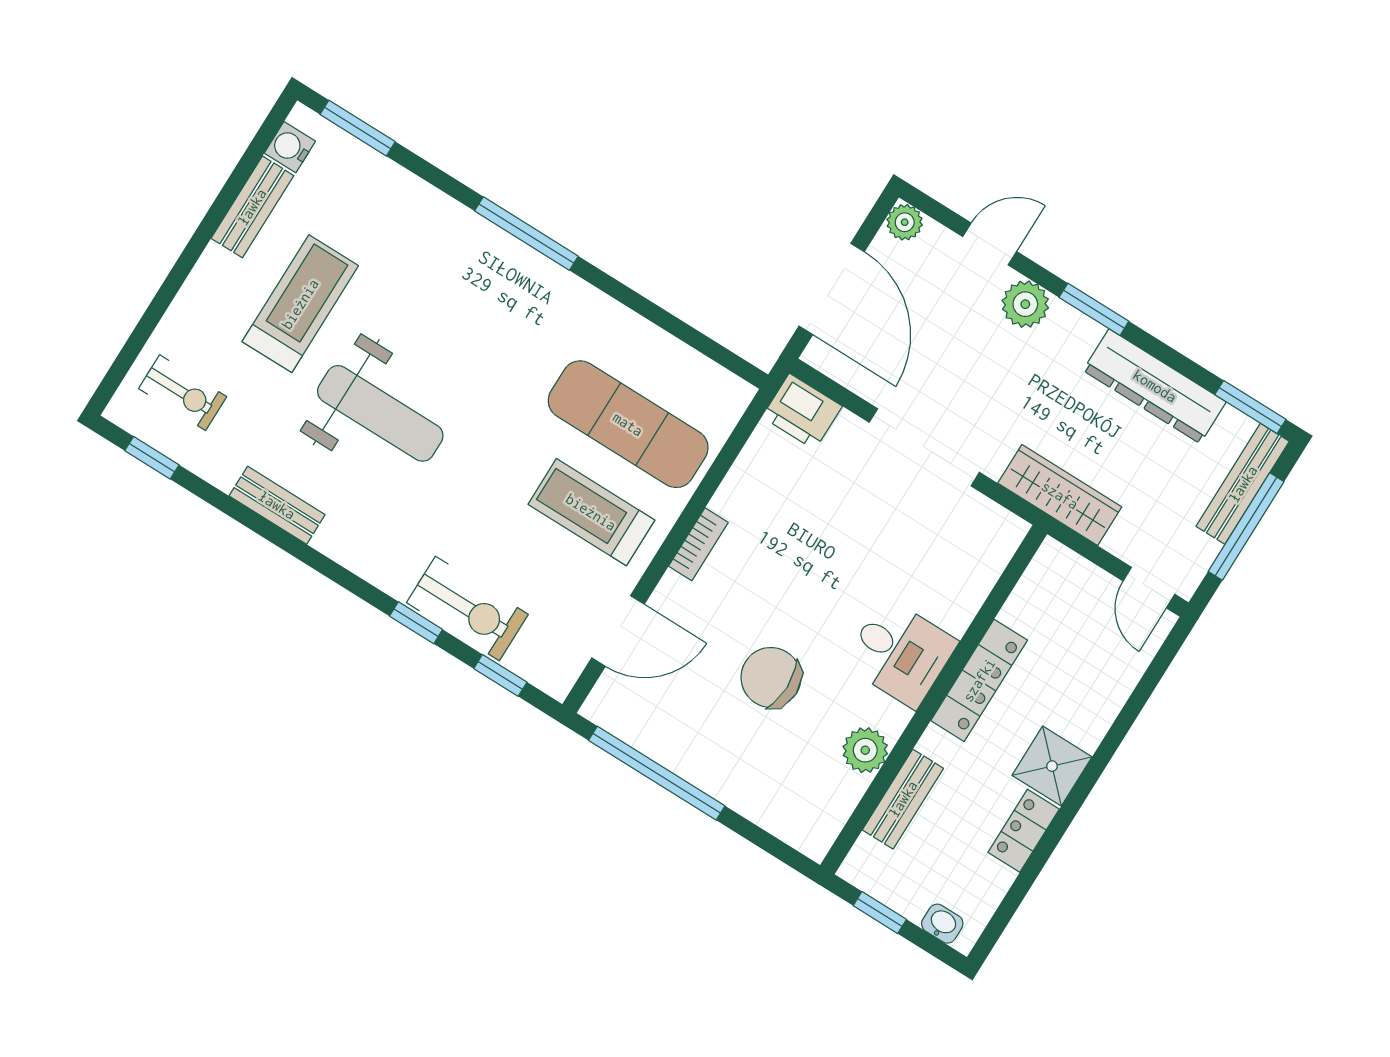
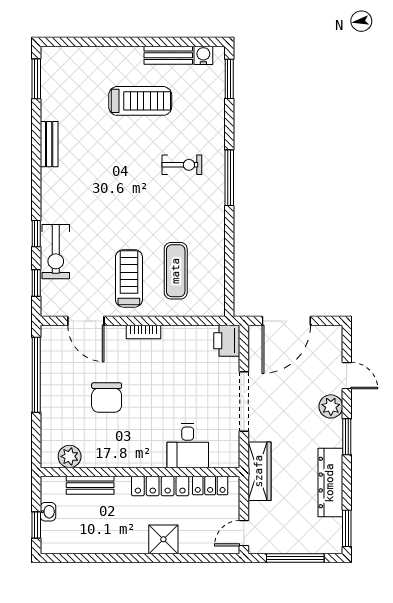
plant: (905, 222) -> (334, 334), removed
exercise bike: (183, 393) -> (182, 165), moved, turned -90
weight bench: (380, 413) -> (115, 164), removed
exercise mat: (628, 424) -> (176, 271), width x0.73, depth x0.69
window: (152, 458) -> (36, 79), width x1.50
bench: (1243, 484) -> (312, 545), removed
desk: (900, 653) -> (188, 446), moved
chair: (771, 677) -> (107, 398), turned 180
plant: (865, 750) -> (70, 456), moved
shower: (1052, 766) -> (163, 539), moved
locker: (1024, 831) -> (210, 486), moved, turned 180
window: (880, 913) -> (36, 525), moved
washbasin: (942, 924) -> (48, 512), moved

